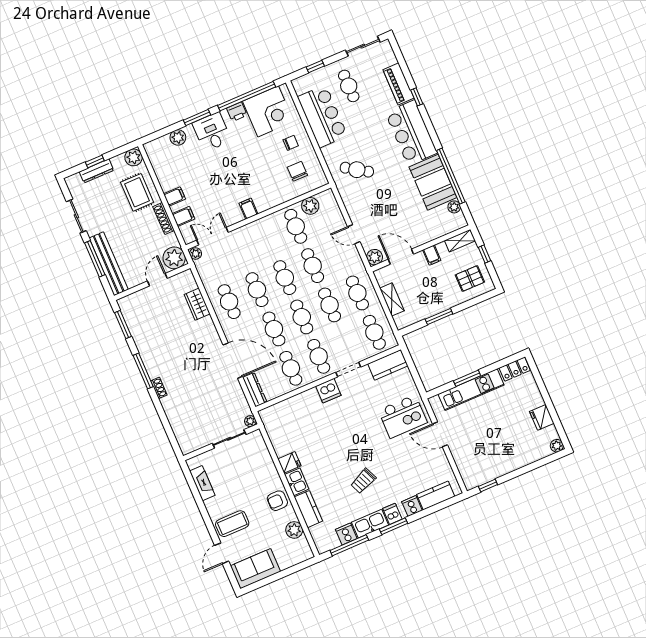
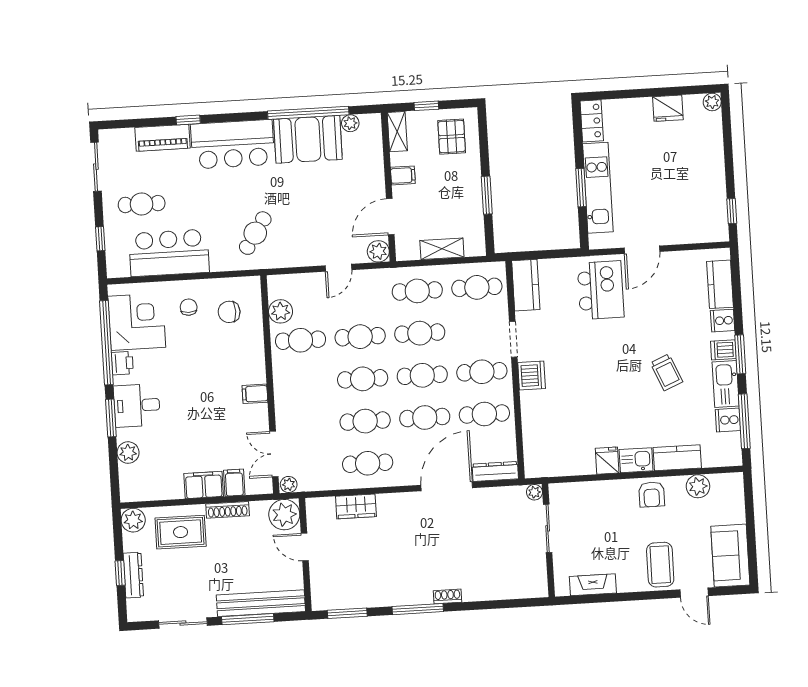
filing cabinet: (174, 196) -> (204, 485), width x2.00

